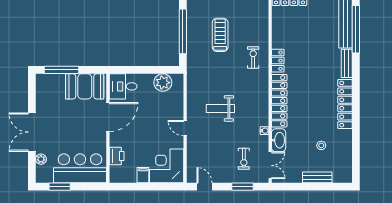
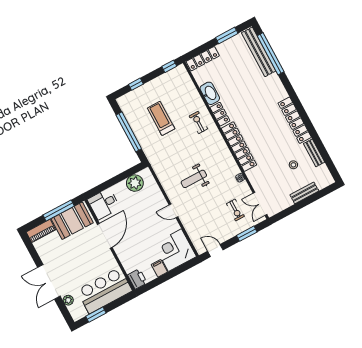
bench: (347, 63) -> (314, 153), moved
window: (62, 70) -> (59, 211), moved
piano: (50, 80) -> (41, 231), added
washbasin: (279, 140) -> (210, 93), moved
printer: (117, 156) -> (137, 279), moved
double door: (270, 165) -> (260, 204), swing flipped

